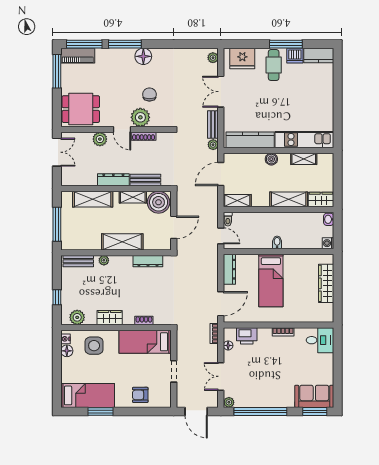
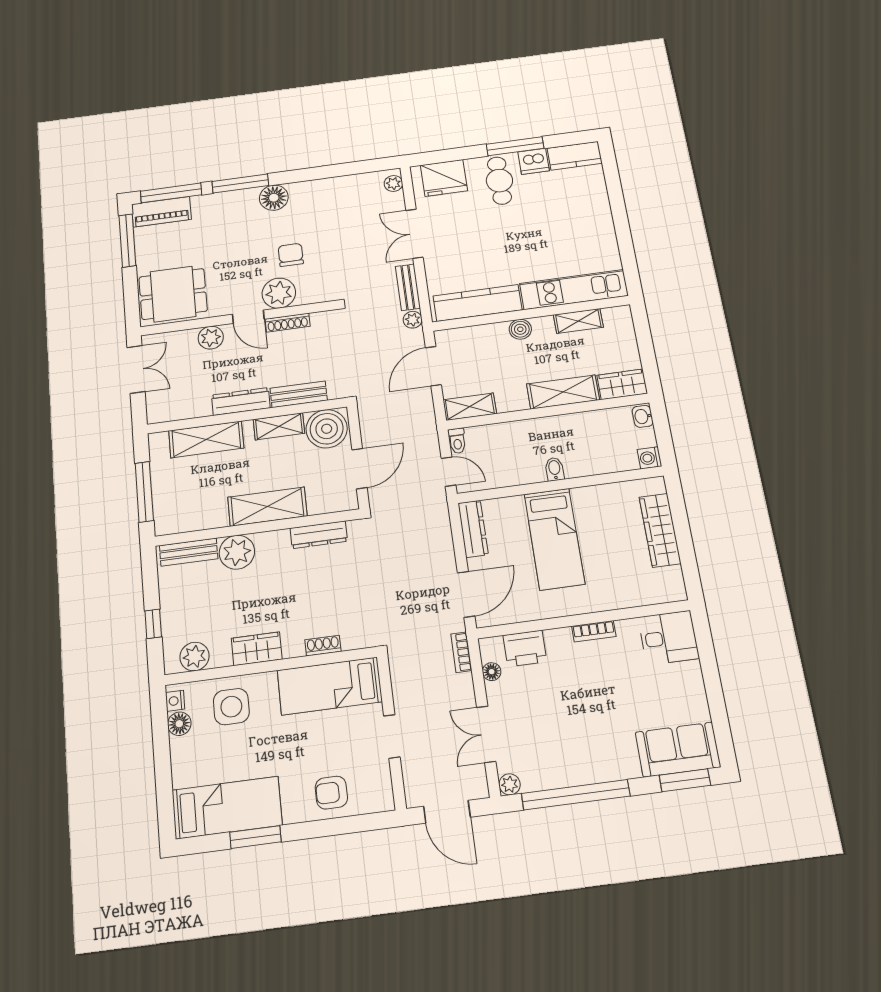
plant: (104, 260) -> (237, 552), width x1.88, depth x1.88

